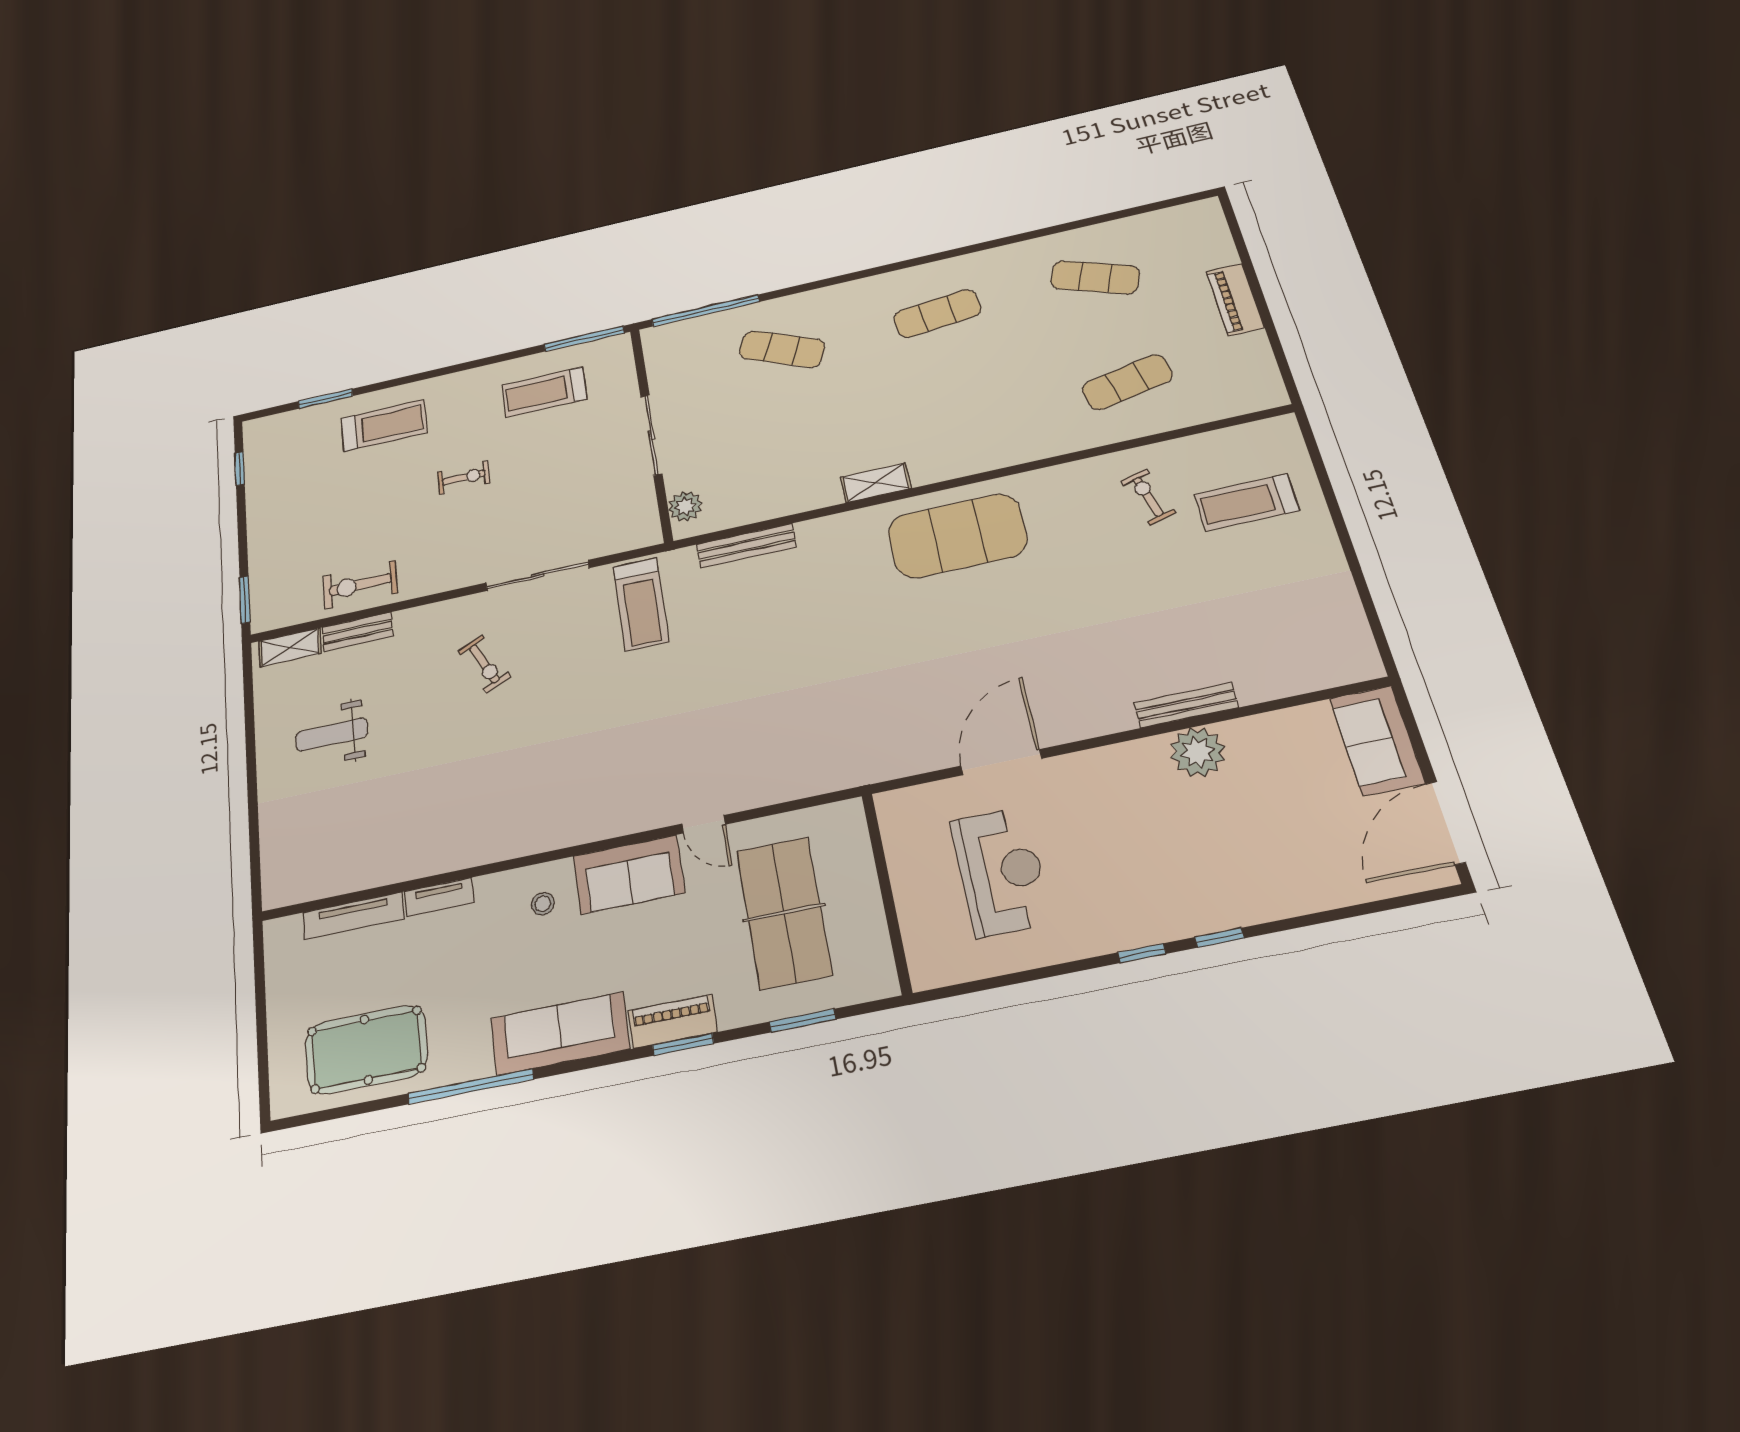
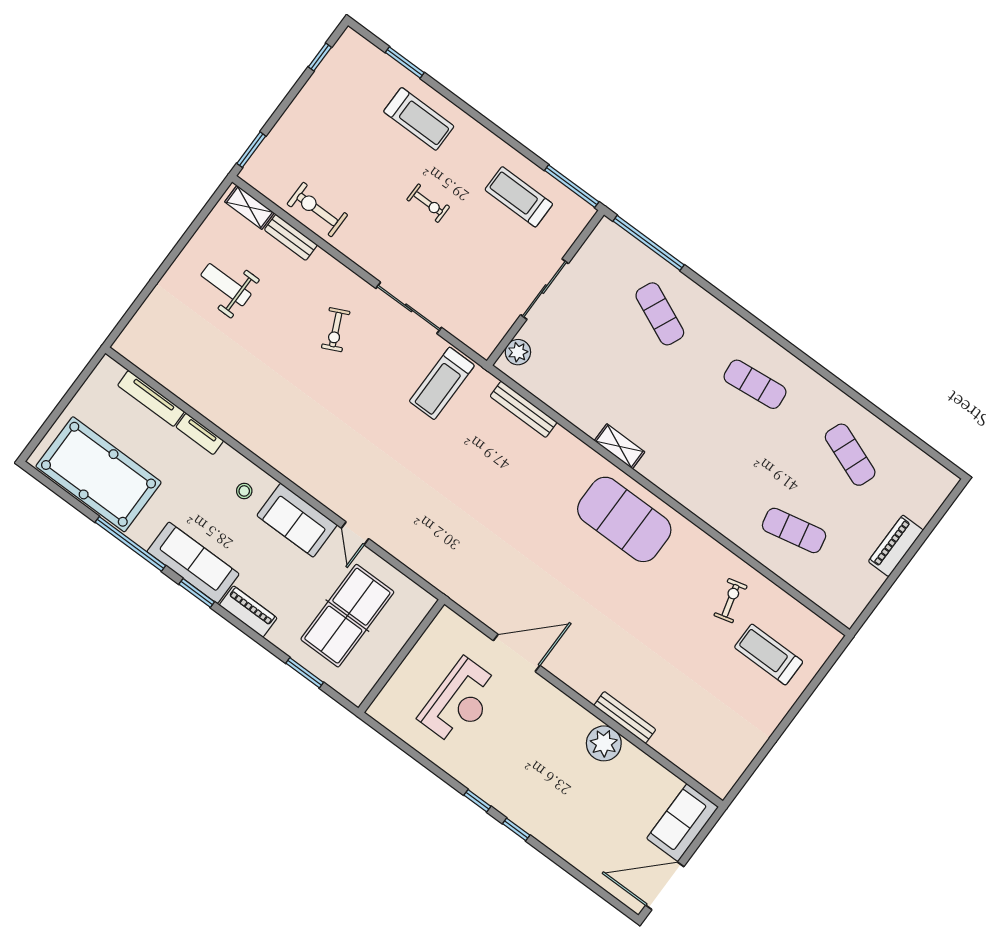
window: (683, 1044) -> (197, 593), moved
pool table: (366, 1050) -> (99, 474), width x1.36, depth x1.32

